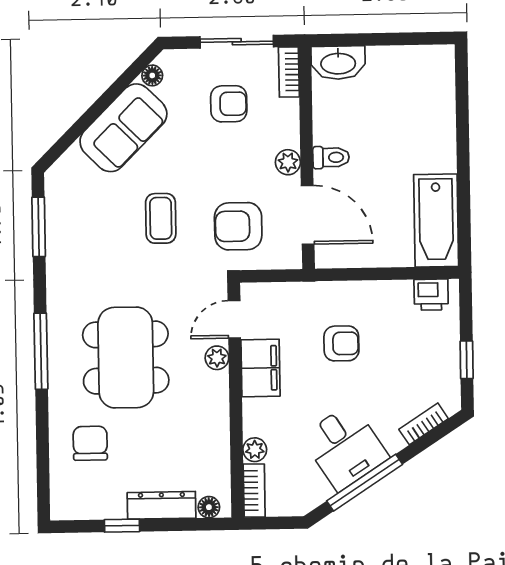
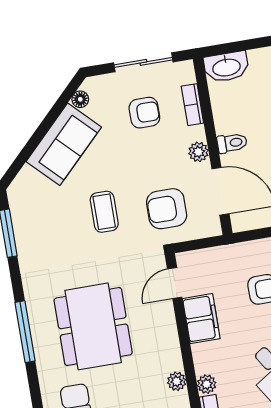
bookcase: (289, 72) -> (192, 105), moved
plant: (217, 358) -> (177, 381), moved

